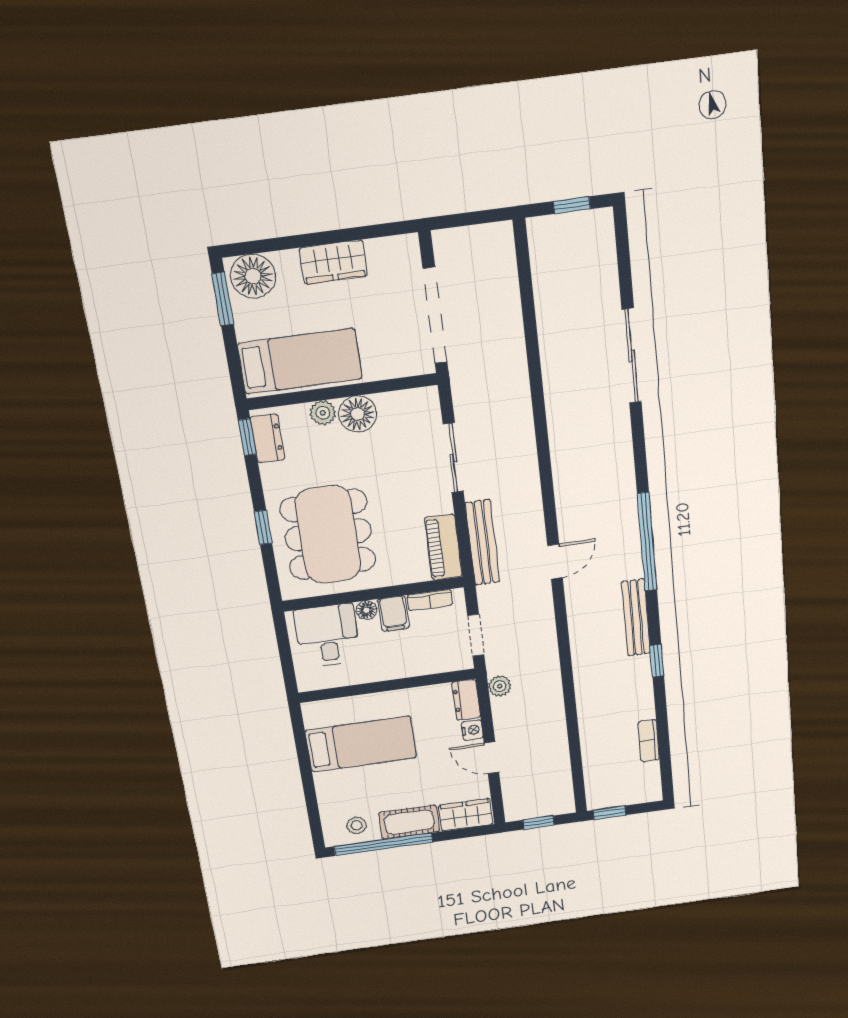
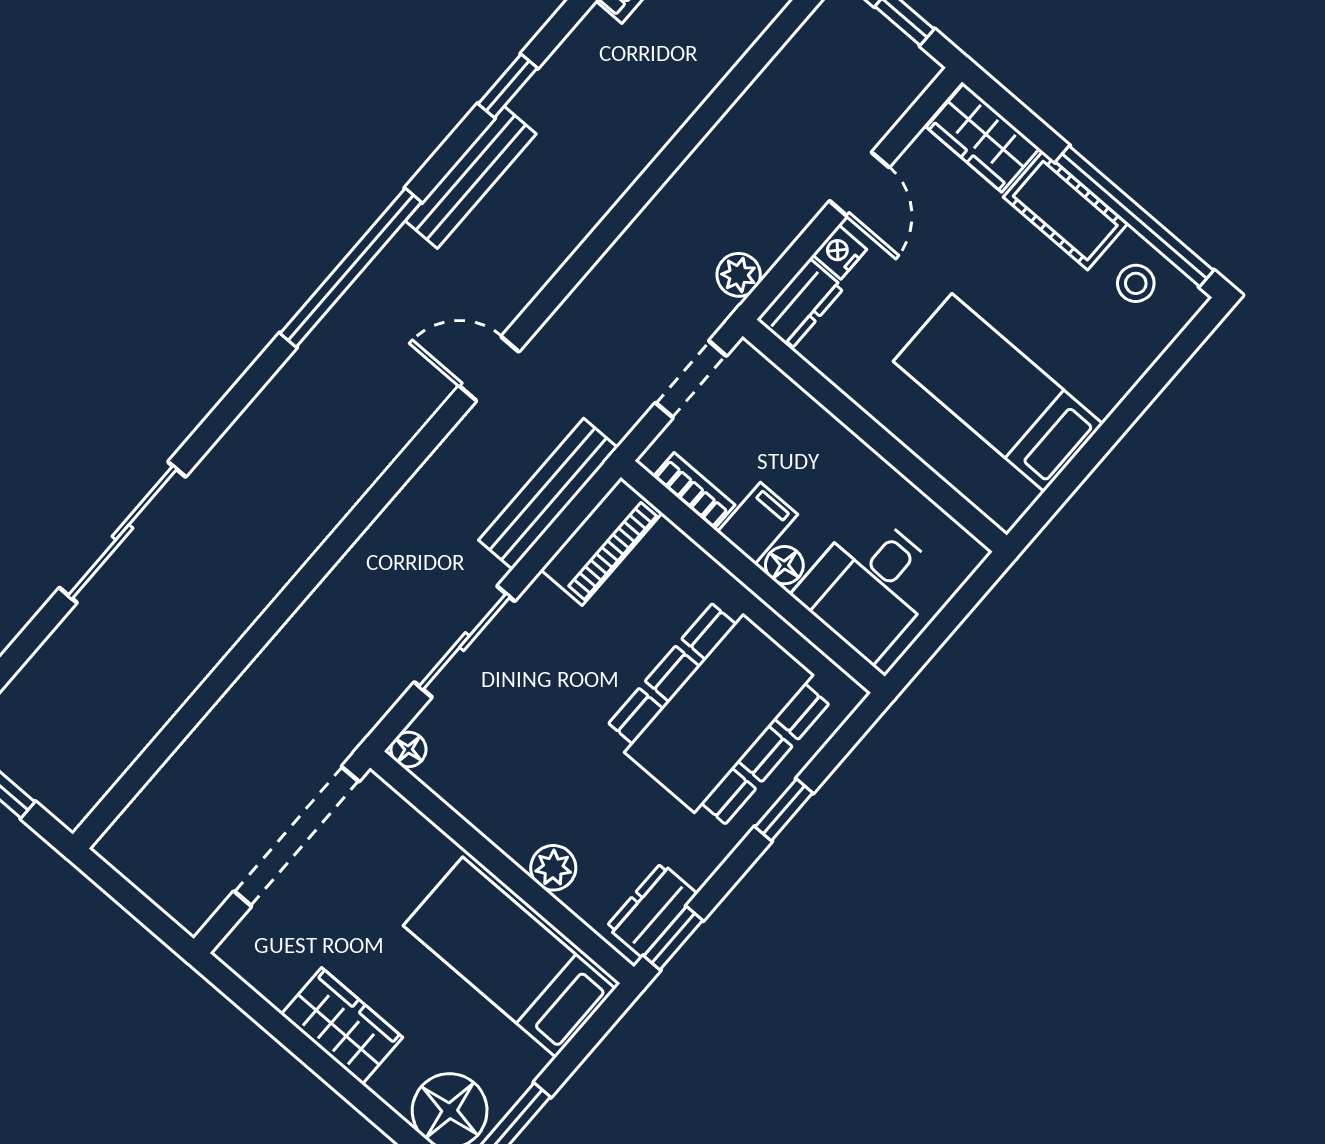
floor lamp: (358, 414) -> (408, 749), moved, width x0.53, depth x0.53

